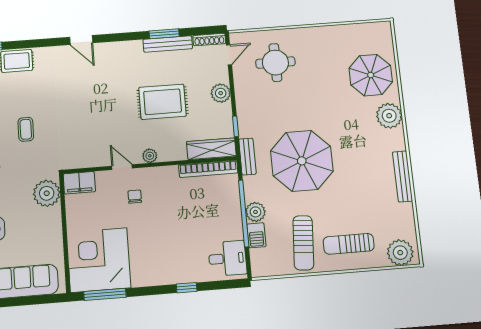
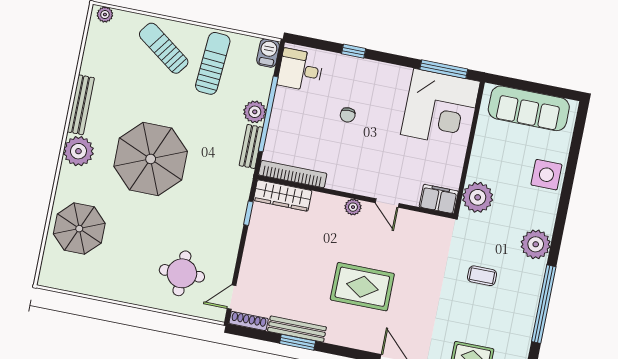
plant: (221, 93) -> (254, 256), removed
rug: (162, 102) -> (362, 287), moved
plant: (389, 116) -> (78, 151), moved
coffee table: (26, 129) -> (482, 276), turned 90
bench: (247, 157) -> (251, 146), moved
parasol: (302, 161) -> (151, 159), moved
chair: (135, 197) -> (348, 115), moved
barbecue: (256, 235) -> (268, 53), moved
sun lounger: (349, 244) -> (164, 48), turned -144
plant: (400, 253) -> (105, 15), width x0.53, depth x0.53

